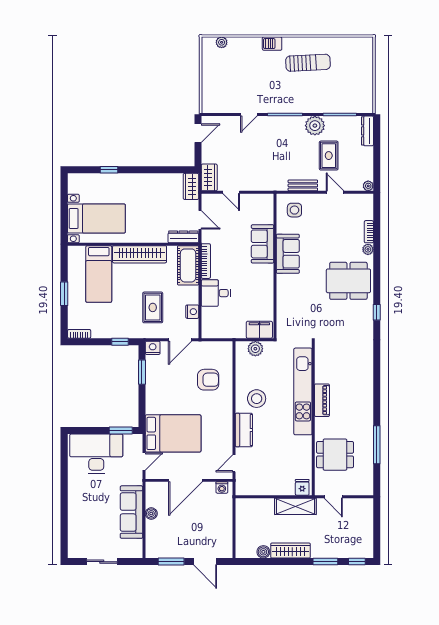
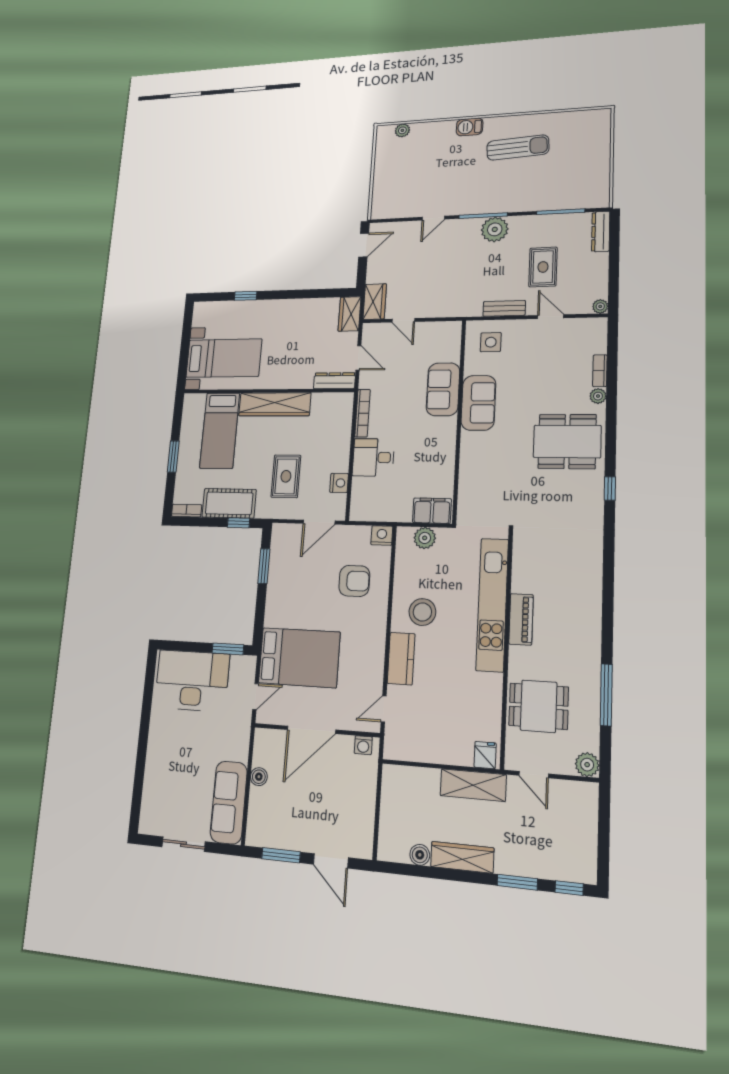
plant: (315, 126) -> (495, 229), moved
cot: (188, 265) -> (229, 503), moved, turned 90
nightstand: (153, 348) -> (382, 535), moved
plant: (366, 488) -> (587, 765), added
sofa: (131, 512) -> (229, 802), moved

